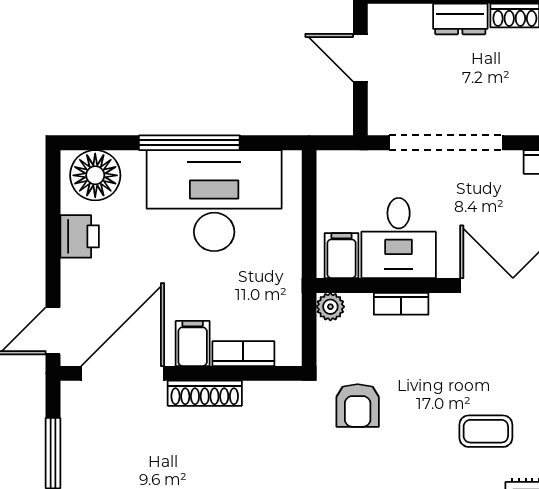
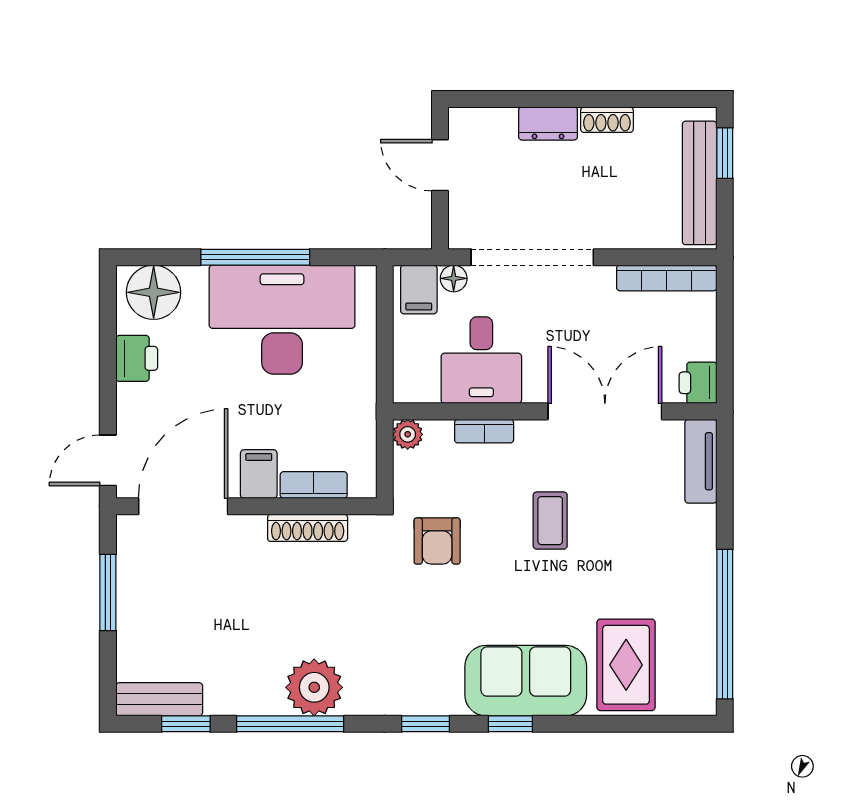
floor lamp: (373, 162) -> (454, 278), added
filing cabinet: (342, 256) -> (419, 289), moved, turned 180
shoe rack: (205, 393) -> (308, 528), moved
coffee table: (486, 431) -> (550, 521), moved, turned 90

